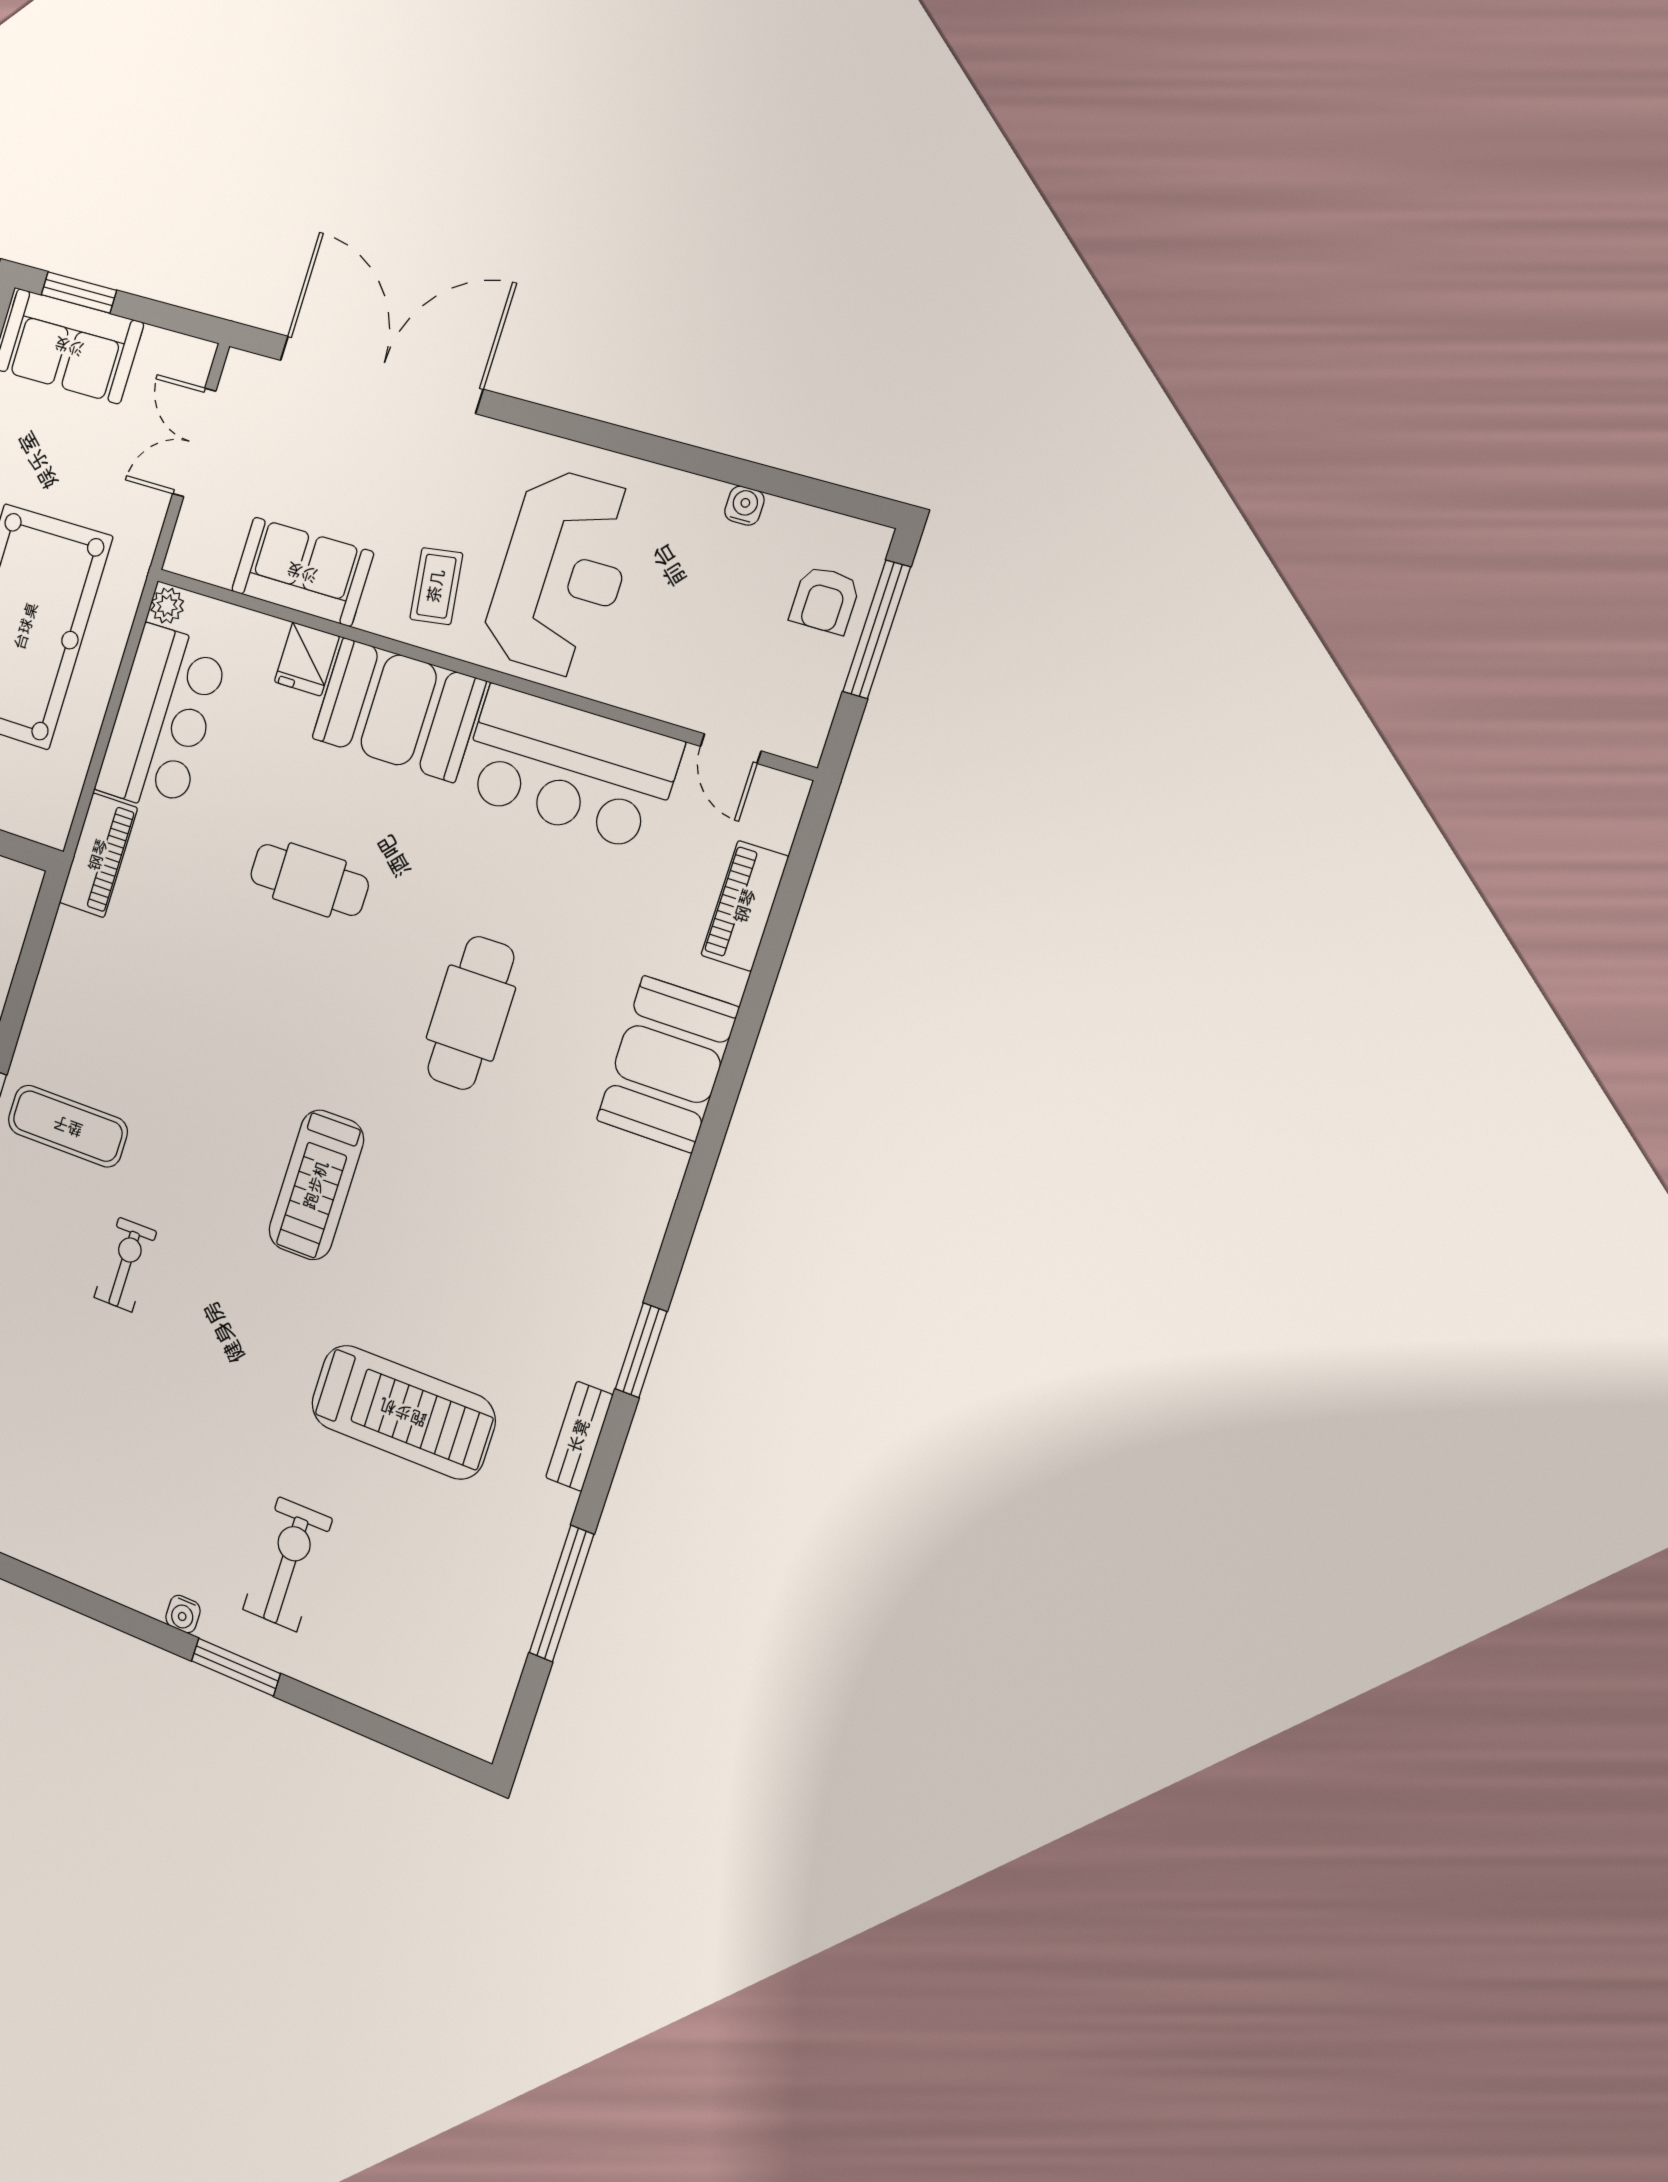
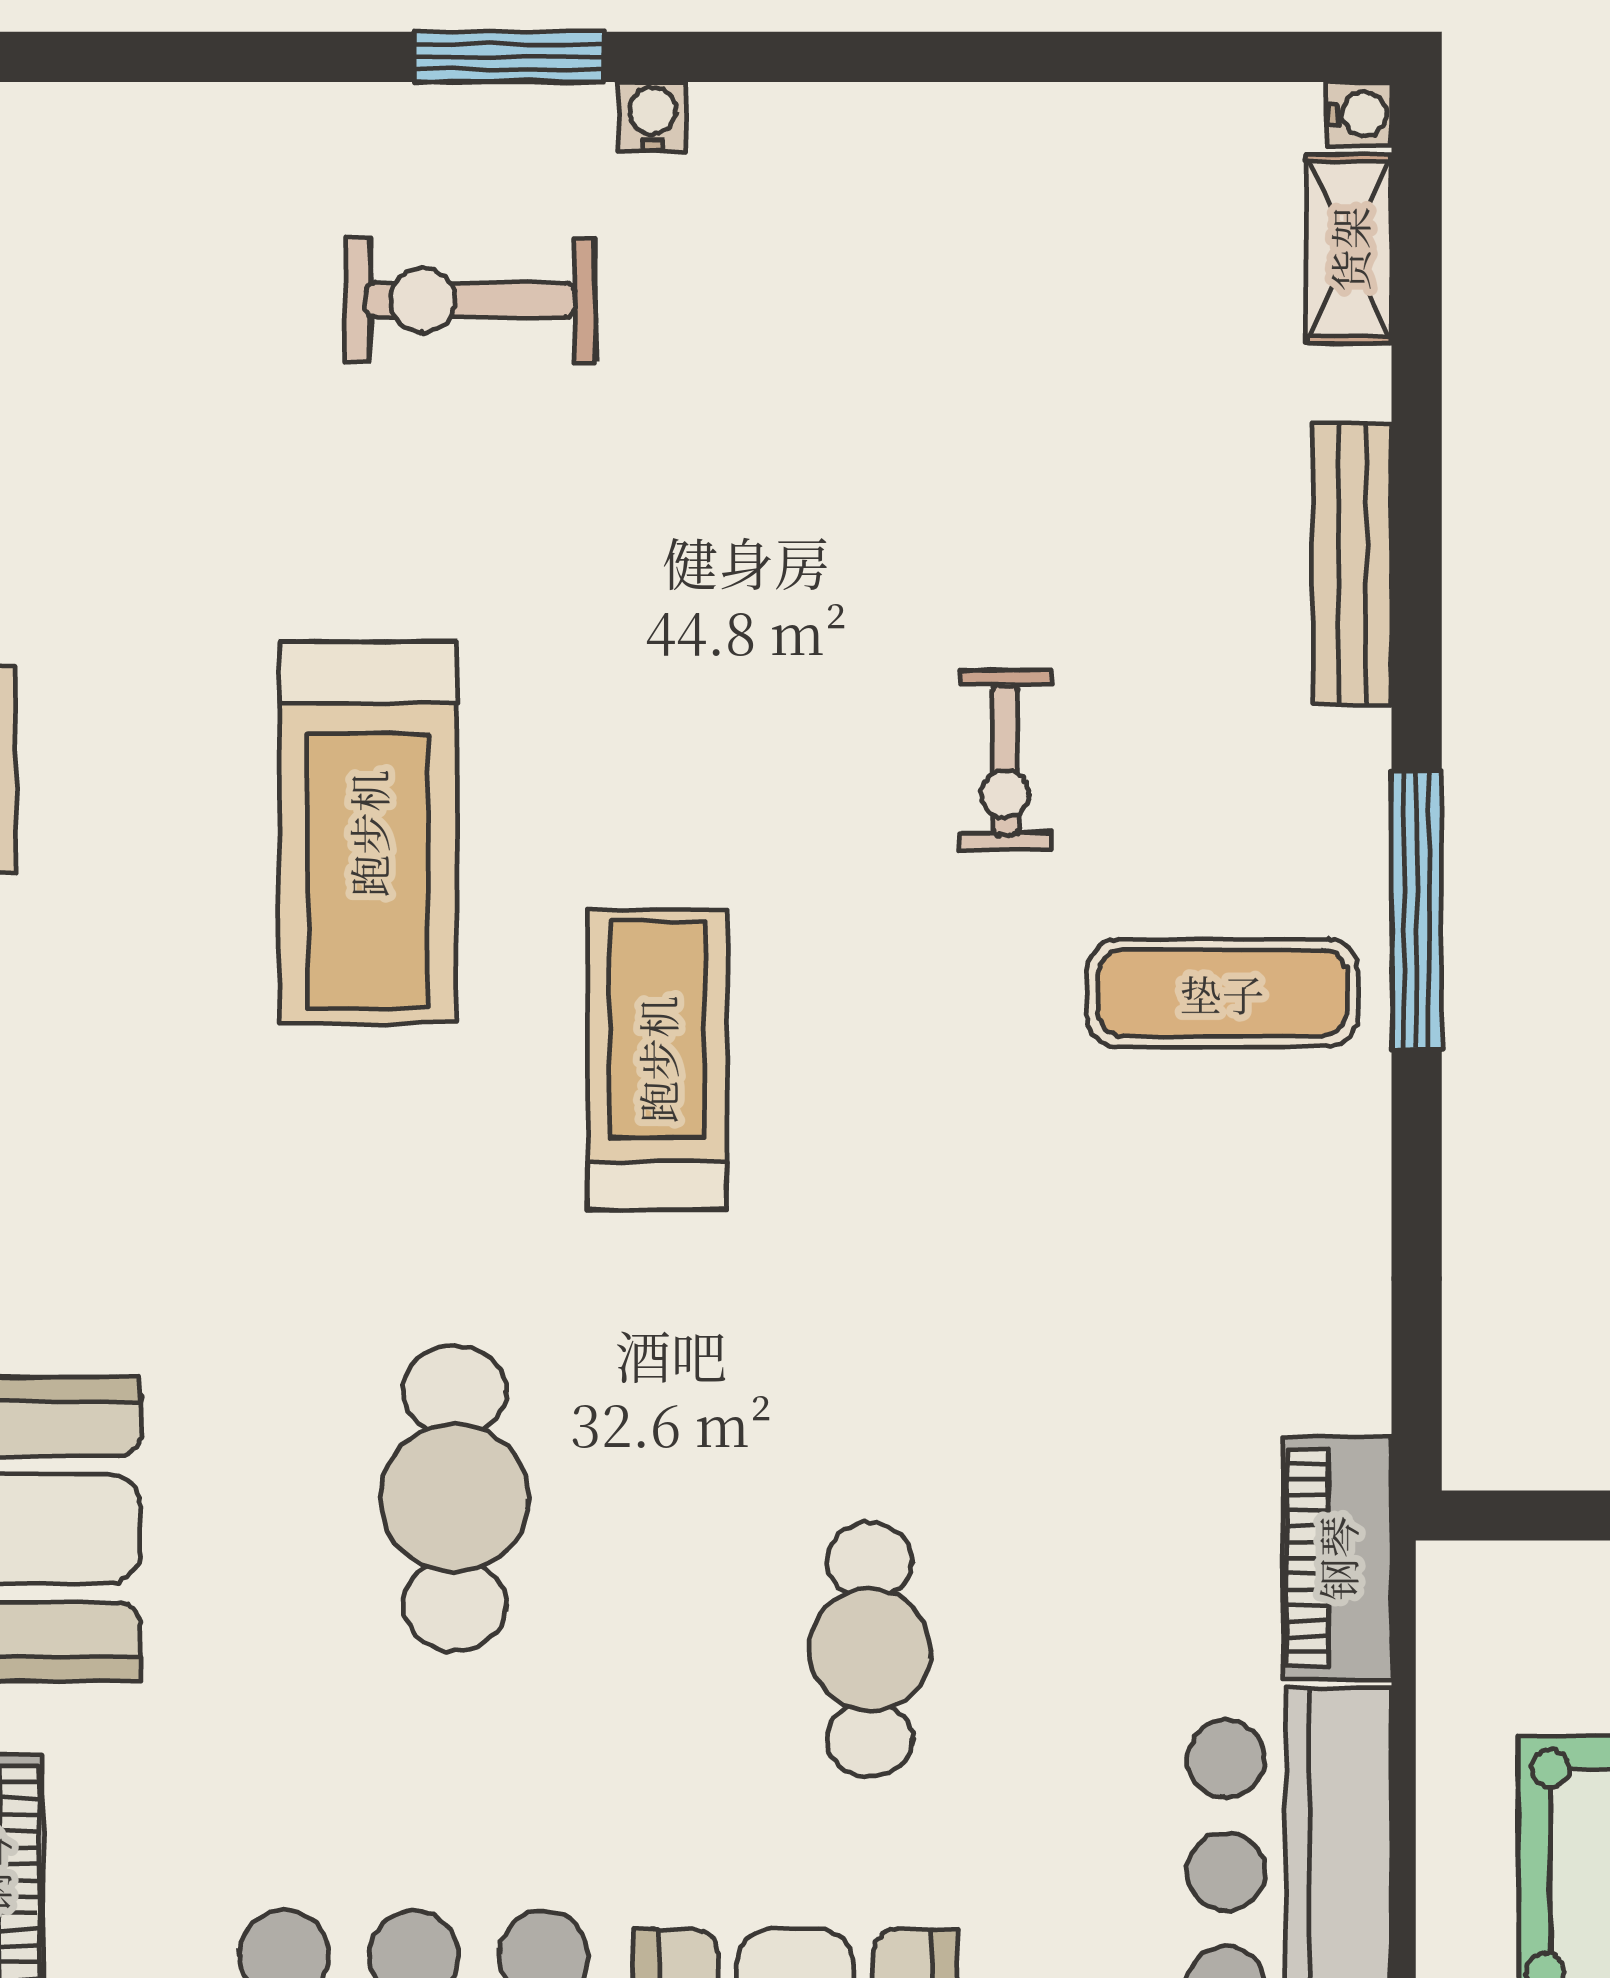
cafe table: (309, 880) -> (870, 1650), turned 90
treadmill: (403, 1412) -> (368, 833), moved, turned -90
exercise bike: (288, 1564) -> (470, 300), turned 90

